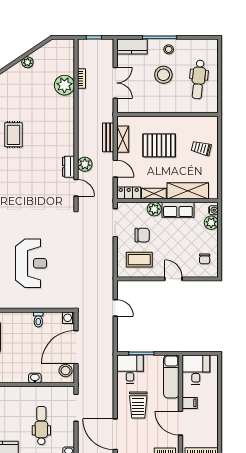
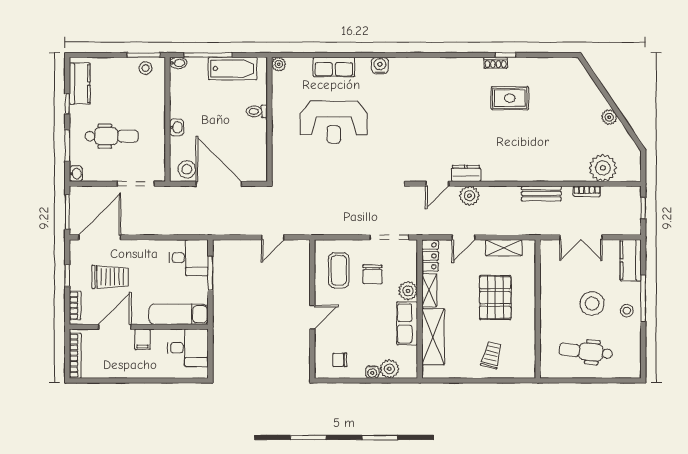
plant: (64, 85) -> (603, 168), moved
bench: (108, 137) -> (541, 193), moved
water cooler: (213, 210) -> (372, 372), moved
washing machine: (69, 318) -> (259, 173), removed
toilet: (38, 319) -> (257, 111), moved
trolley: (138, 405) -> (110, 277), moved, turned 180

